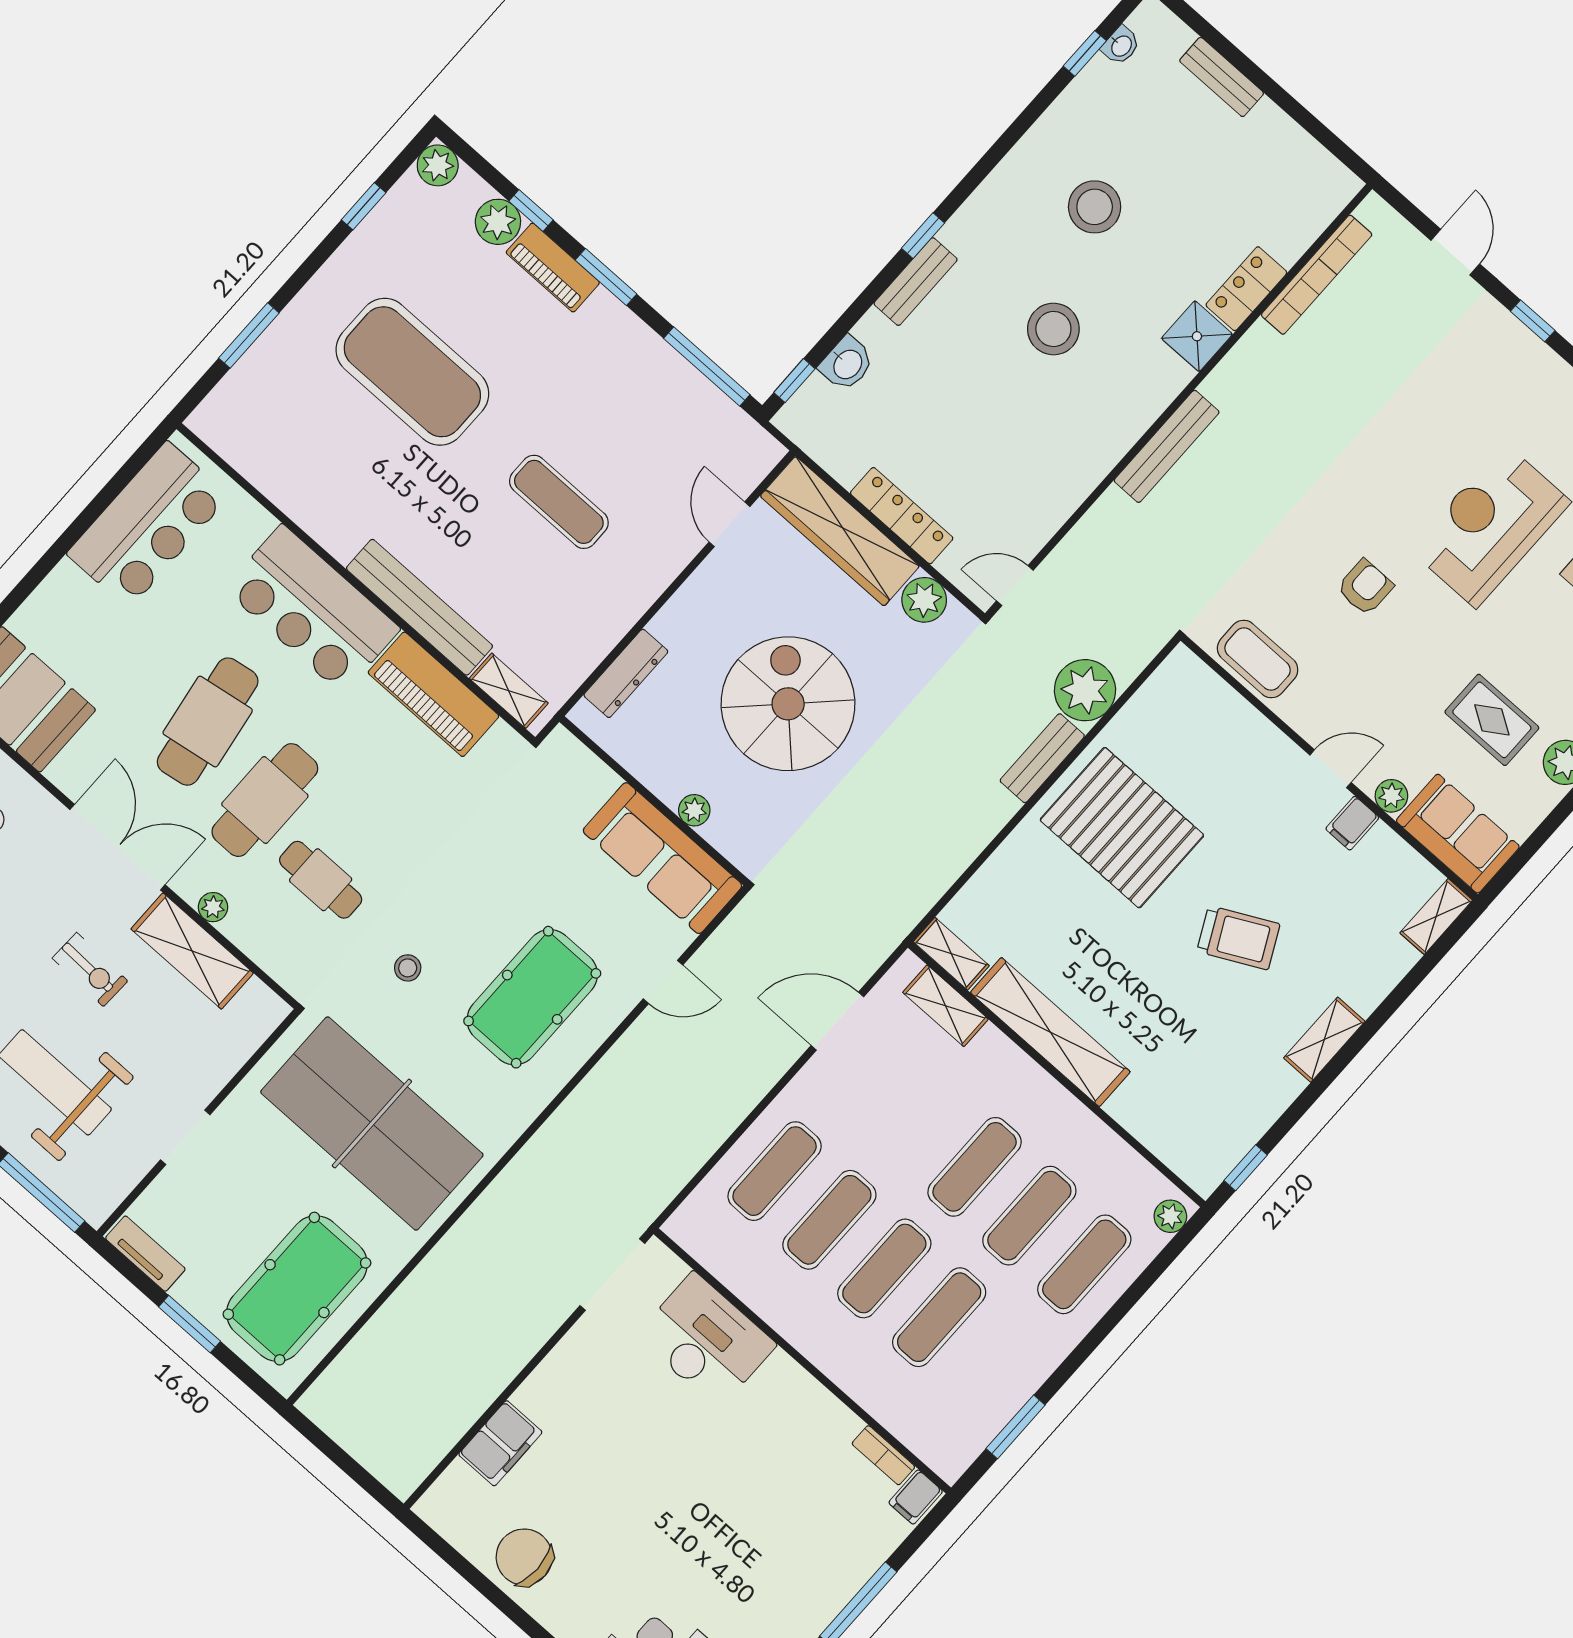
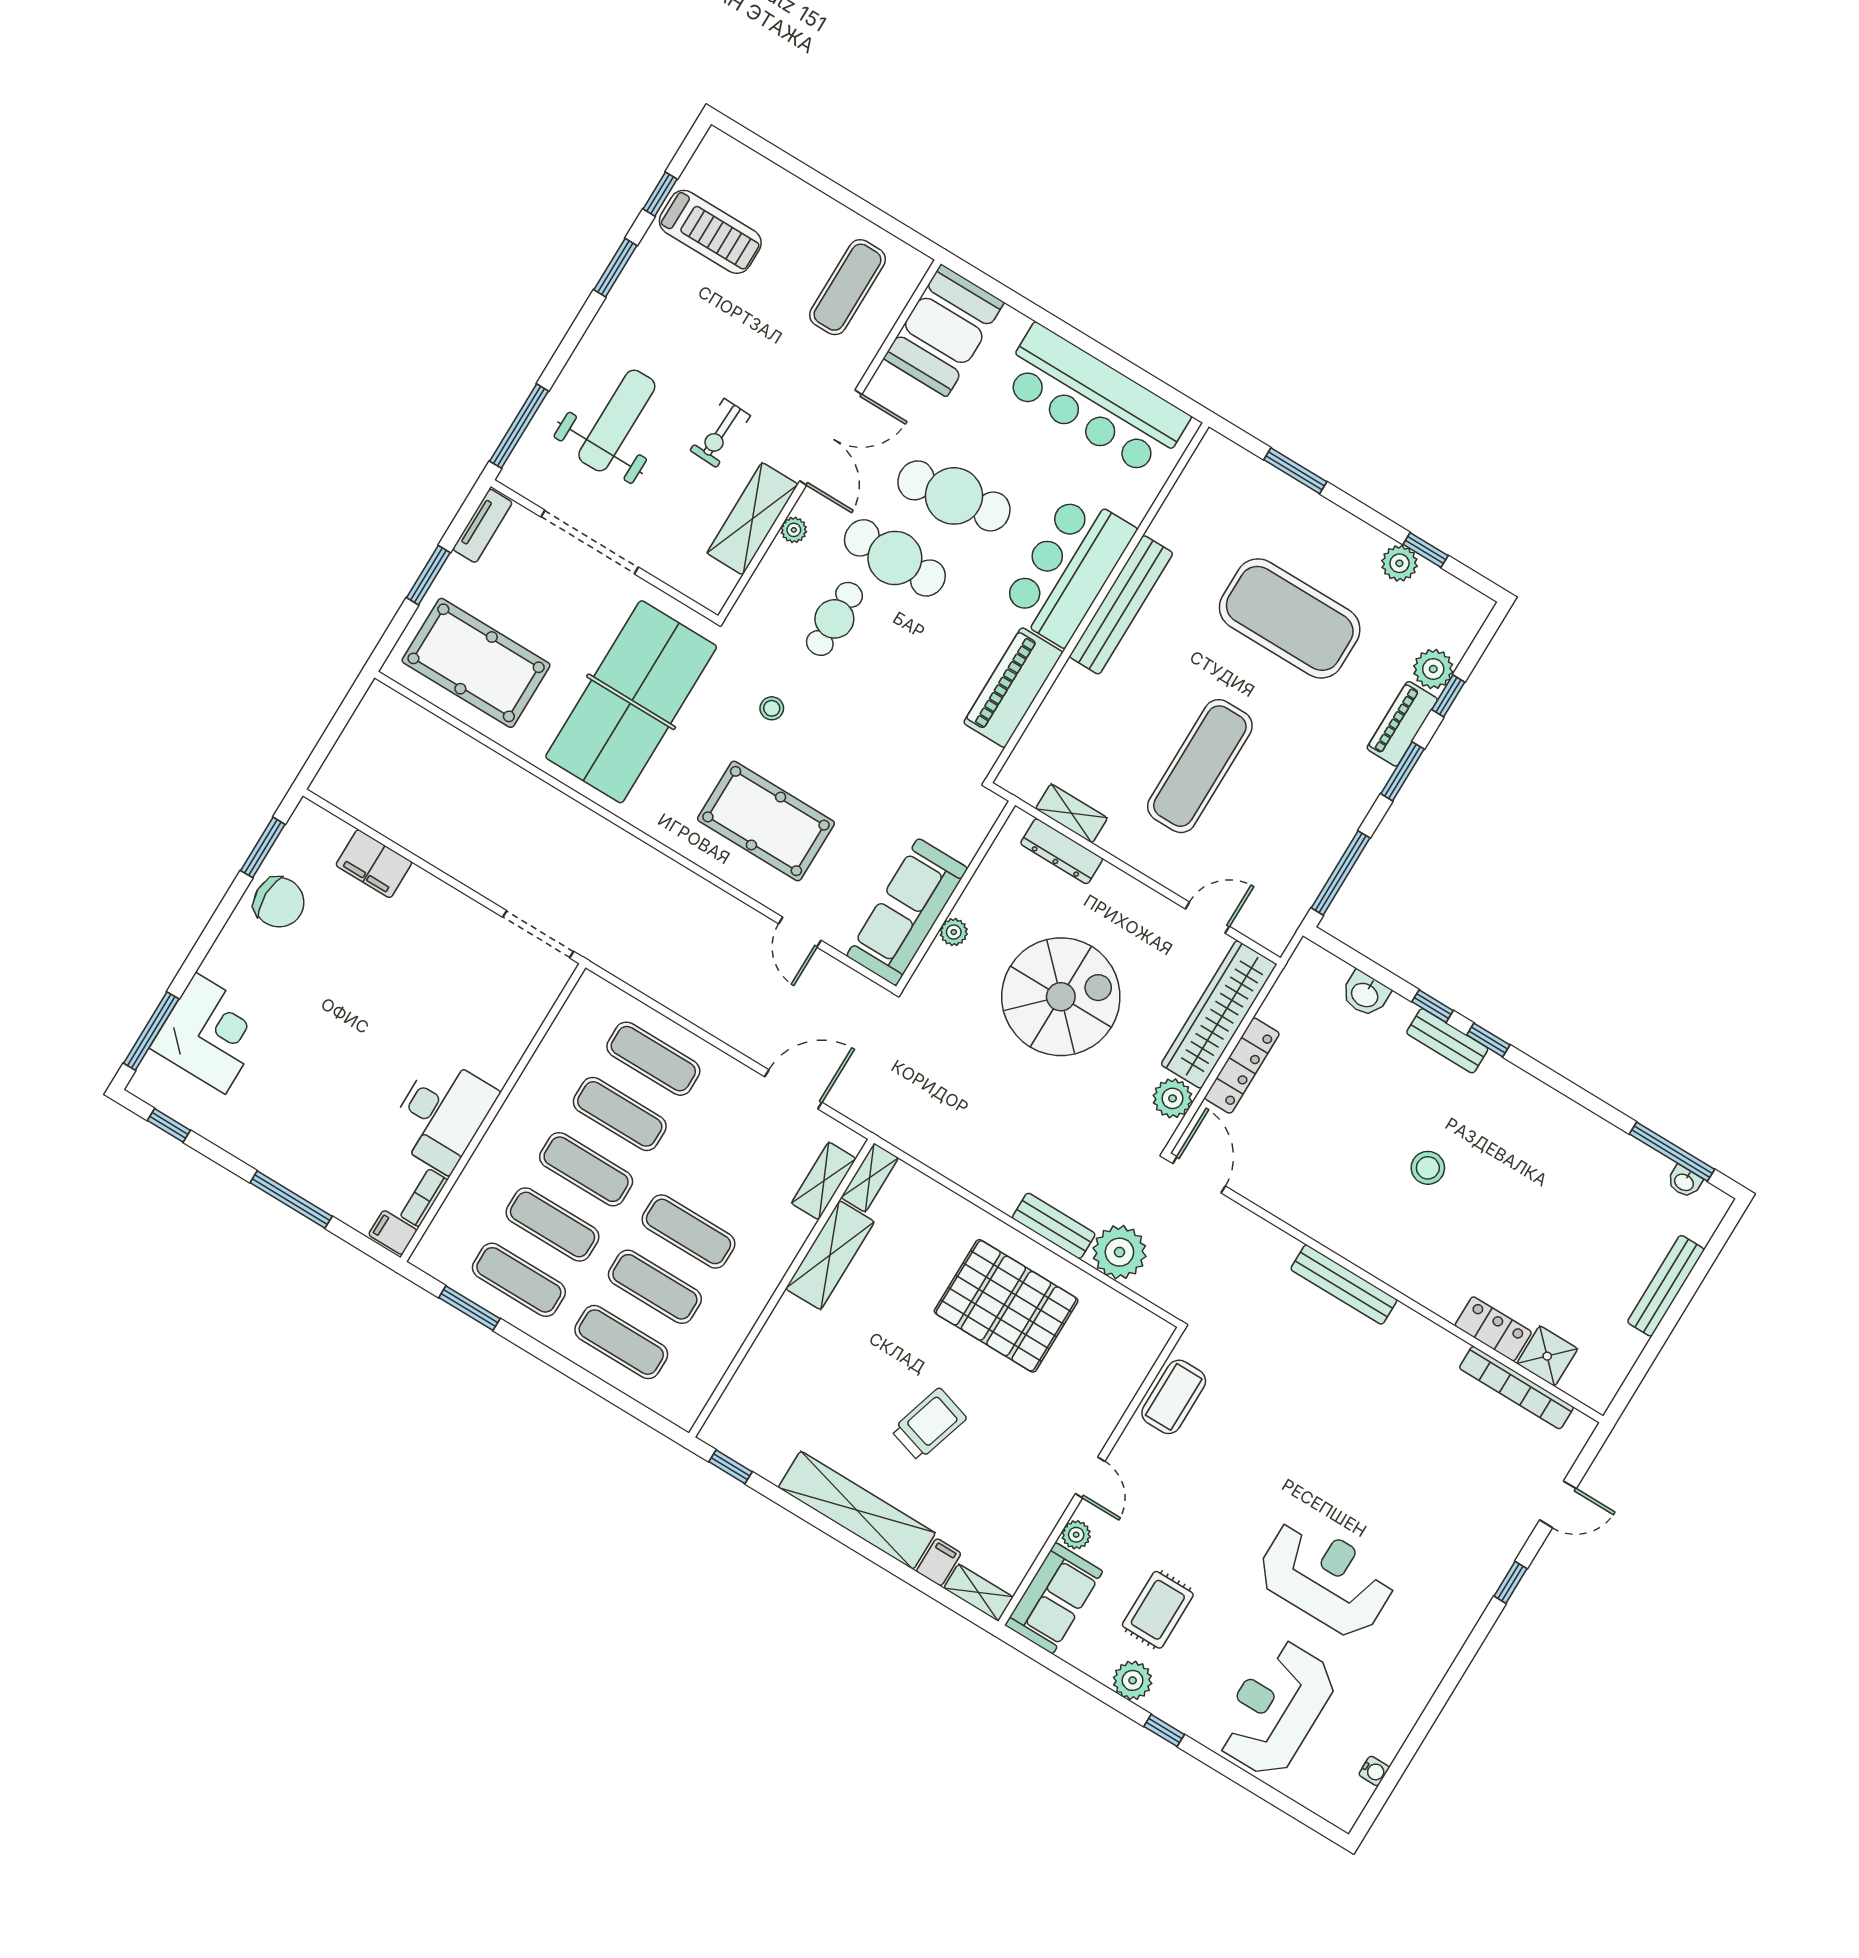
window: (1085, 53) -> (1672, 1152), width x2.17
bench: (1222, 77) -> (1666, 1286), width x1.36
plant: (438, 165) -> (1399, 563), moved
stool: (1095, 207) -> (1540, 1184), removed
stool: (1053, 329) -> (1428, 1168), width x0.73, depth x0.73
shower: (1197, 336) -> (1547, 1356), moved
exercise mat: (412, 372) -> (1290, 618), turned 90
window: (794, 381) -> (1433, 1006), moved
exercise mat: (559, 502) -> (1200, 766), width x1.36, depth x1.45
bar counter: (148, 525) -> (1094, 401), width x1.36
door: (1015, 586) -> (1199, 1175), width x1.38
armchair: (1365, 587) -> (1253, 1479), removed
bench: (419, 607) -> (1121, 605), moved
shelving: (509, 691) -> (1071, 813), moved, turned 90
filing cabinet: (1352, 823) -> (939, 1562), moved, turned 90
pallet: (1122, 828) -> (1006, 1306), turned 90
trolley: (1238, 938) -> (929, 1424), turned -136
door: (837, 1021) -> (793, 1089), hinge flipped
shelving: (1050, 1032) -> (830, 1255), width x0.68
shelving: (1324, 1040) -> (857, 1510), width x2.20, depth x1.33
doorway: (185, 1137) -> (590, 542), width x1.87
plant: (1170, 1216) -> (677, 1409), removed
desk: (706, 1340) -> (442, 1114), moved
exercise mat: (994, 1366) -> (519, 1280), added
chair: (524, 1557) -> (279, 902), turned 90
window: (460, 1564) -> (263, 847), added

